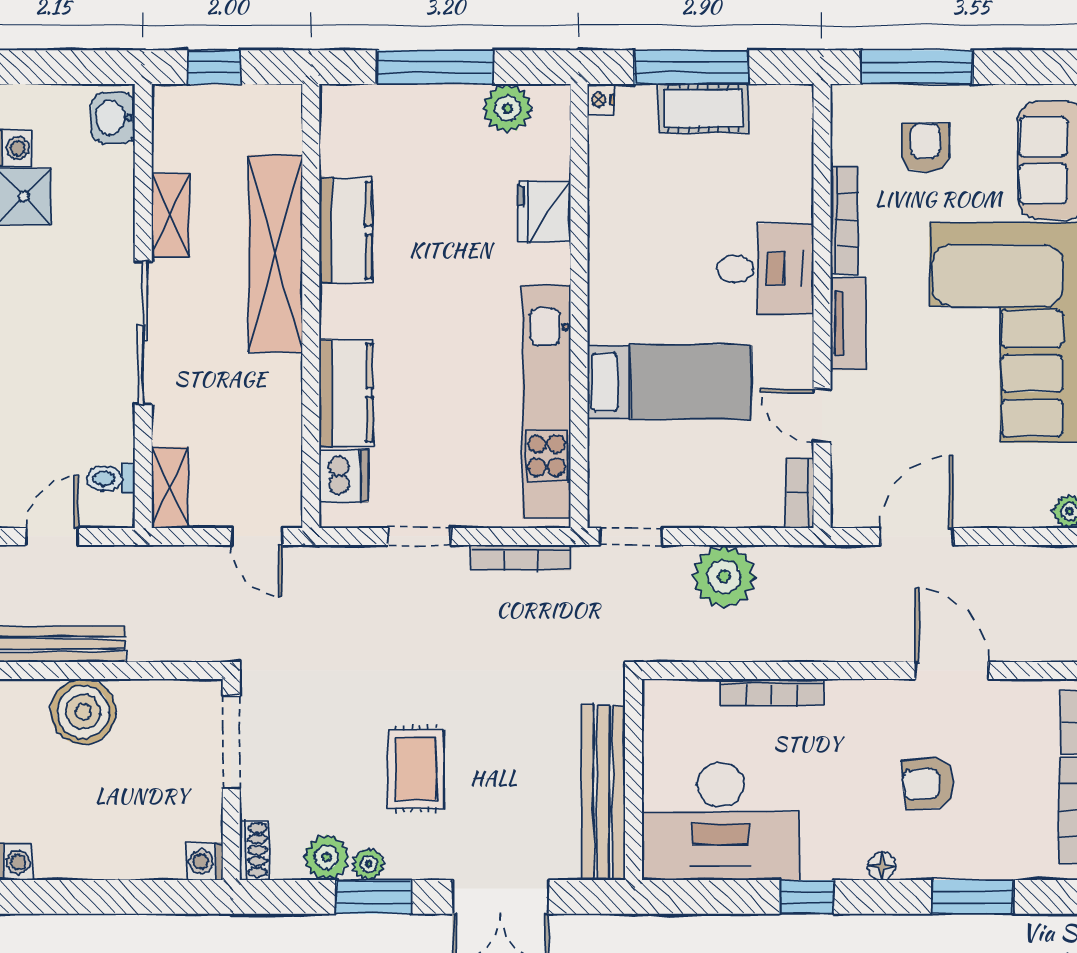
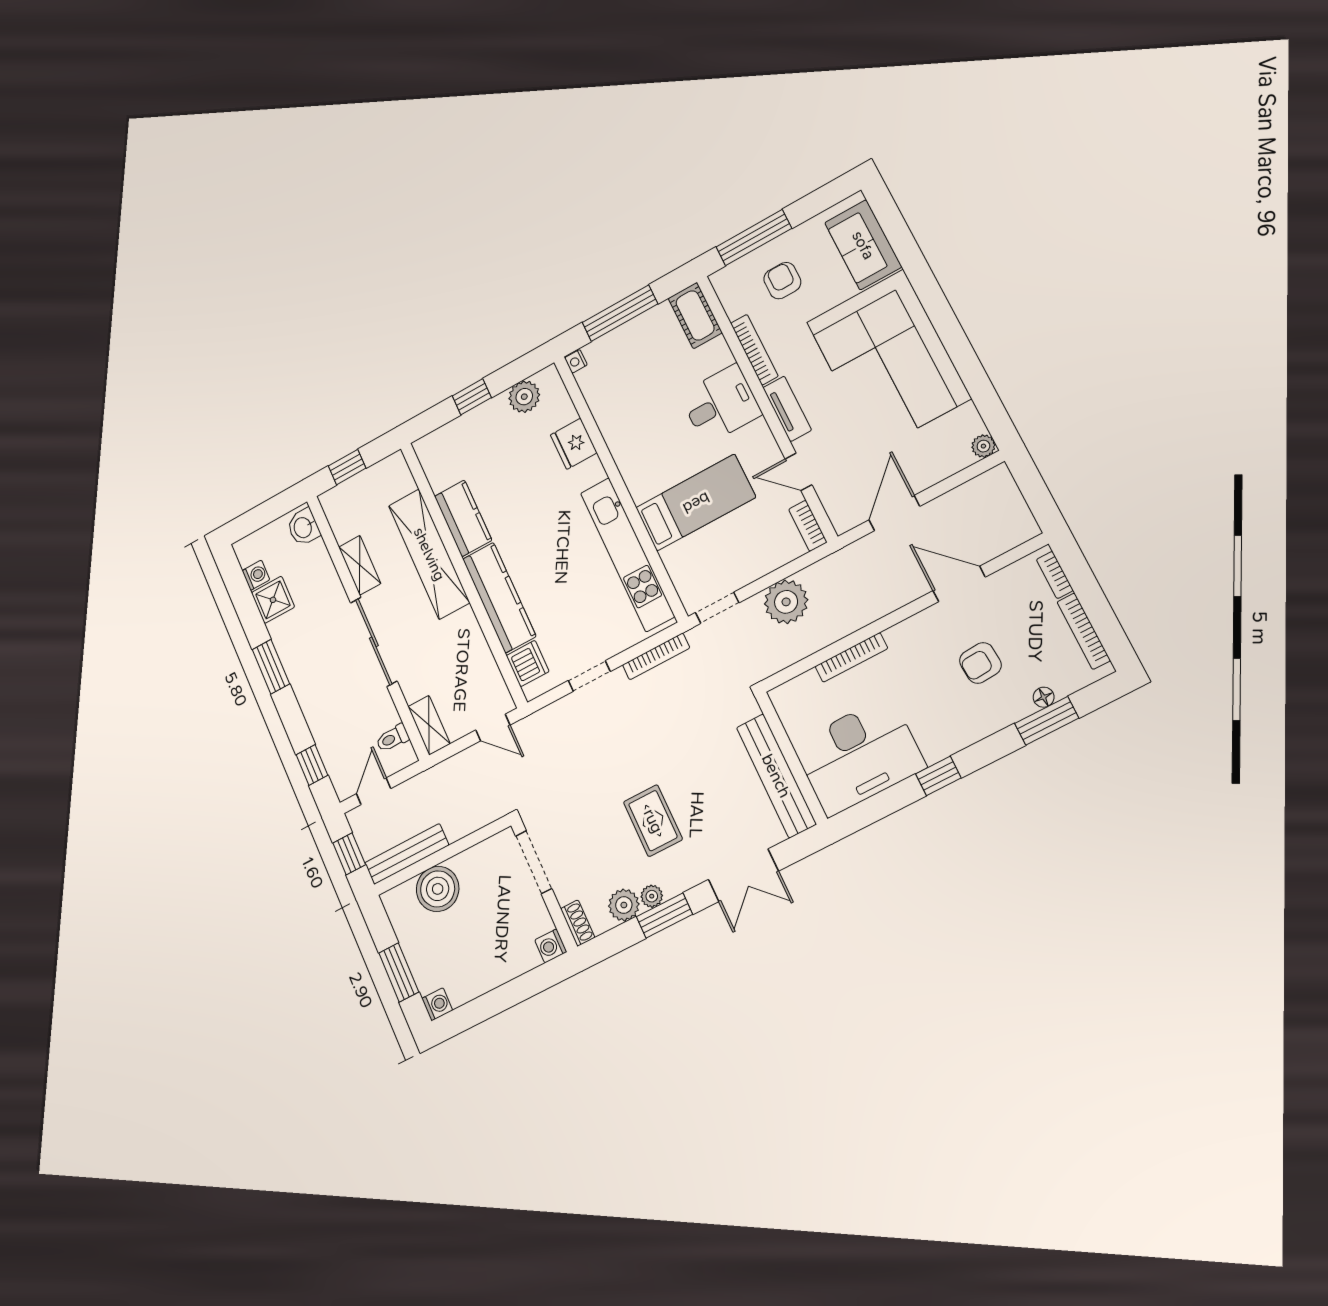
window: (435, 67) -> (472, 397), width x0.46
cot: (703, 108) -> (695, 315), moved, turned 90
kitchen counter: (346, 393) -> (499, 598), width x1.50
floor lamp: (882, 866) -> (1044, 697), moved

